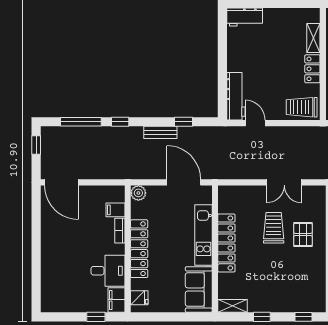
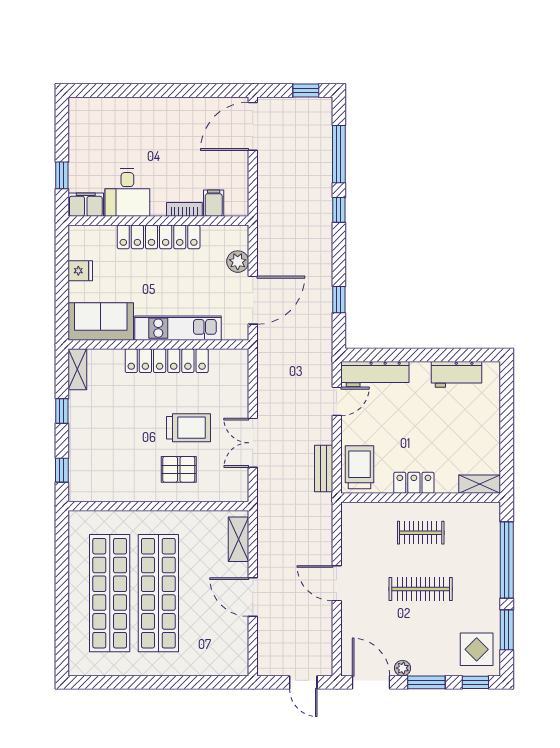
workbench: (245, 17) -> (457, 374), moved, turned -90
shelving: (313, 38) -> (480, 484), moved
bench: (160, 132) -> (324, 469), moved
plant: (138, 193) -> (238, 262), moved
fridge: (139, 298) -> (80, 271), moved, turned -90

